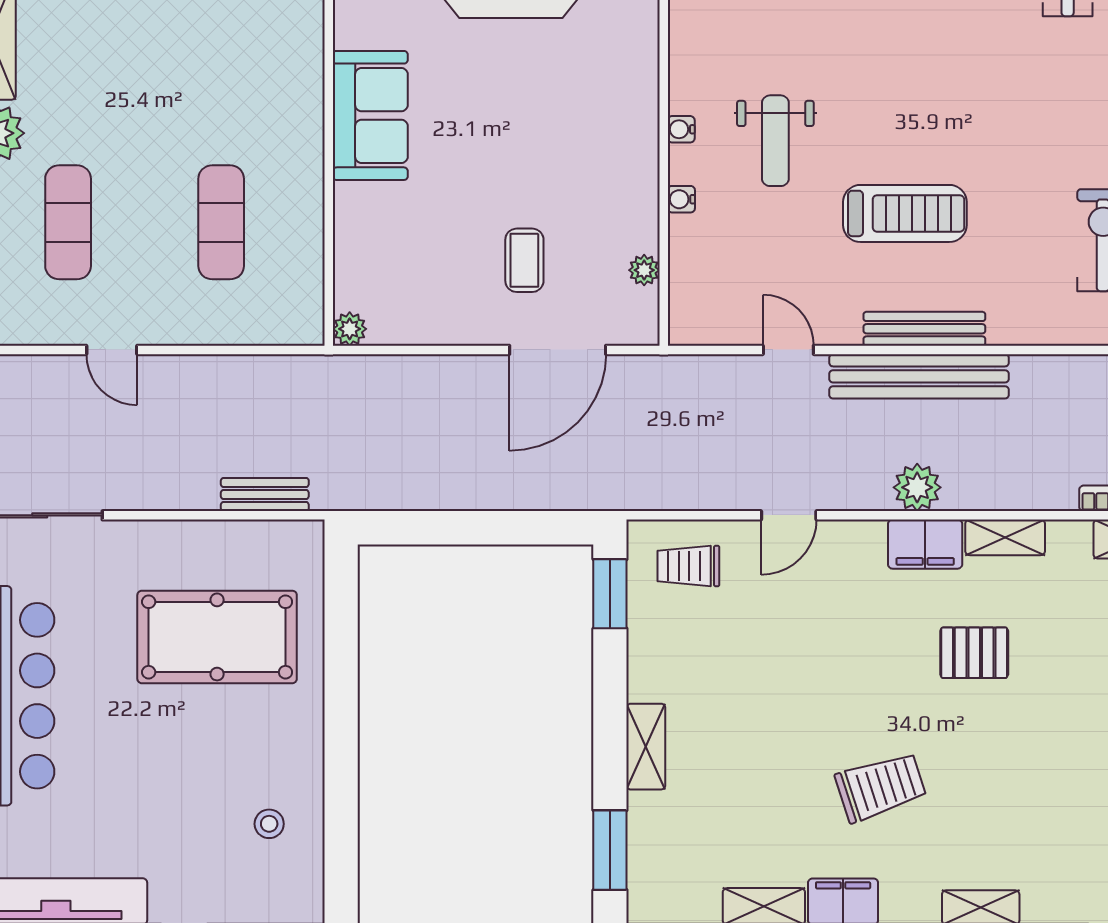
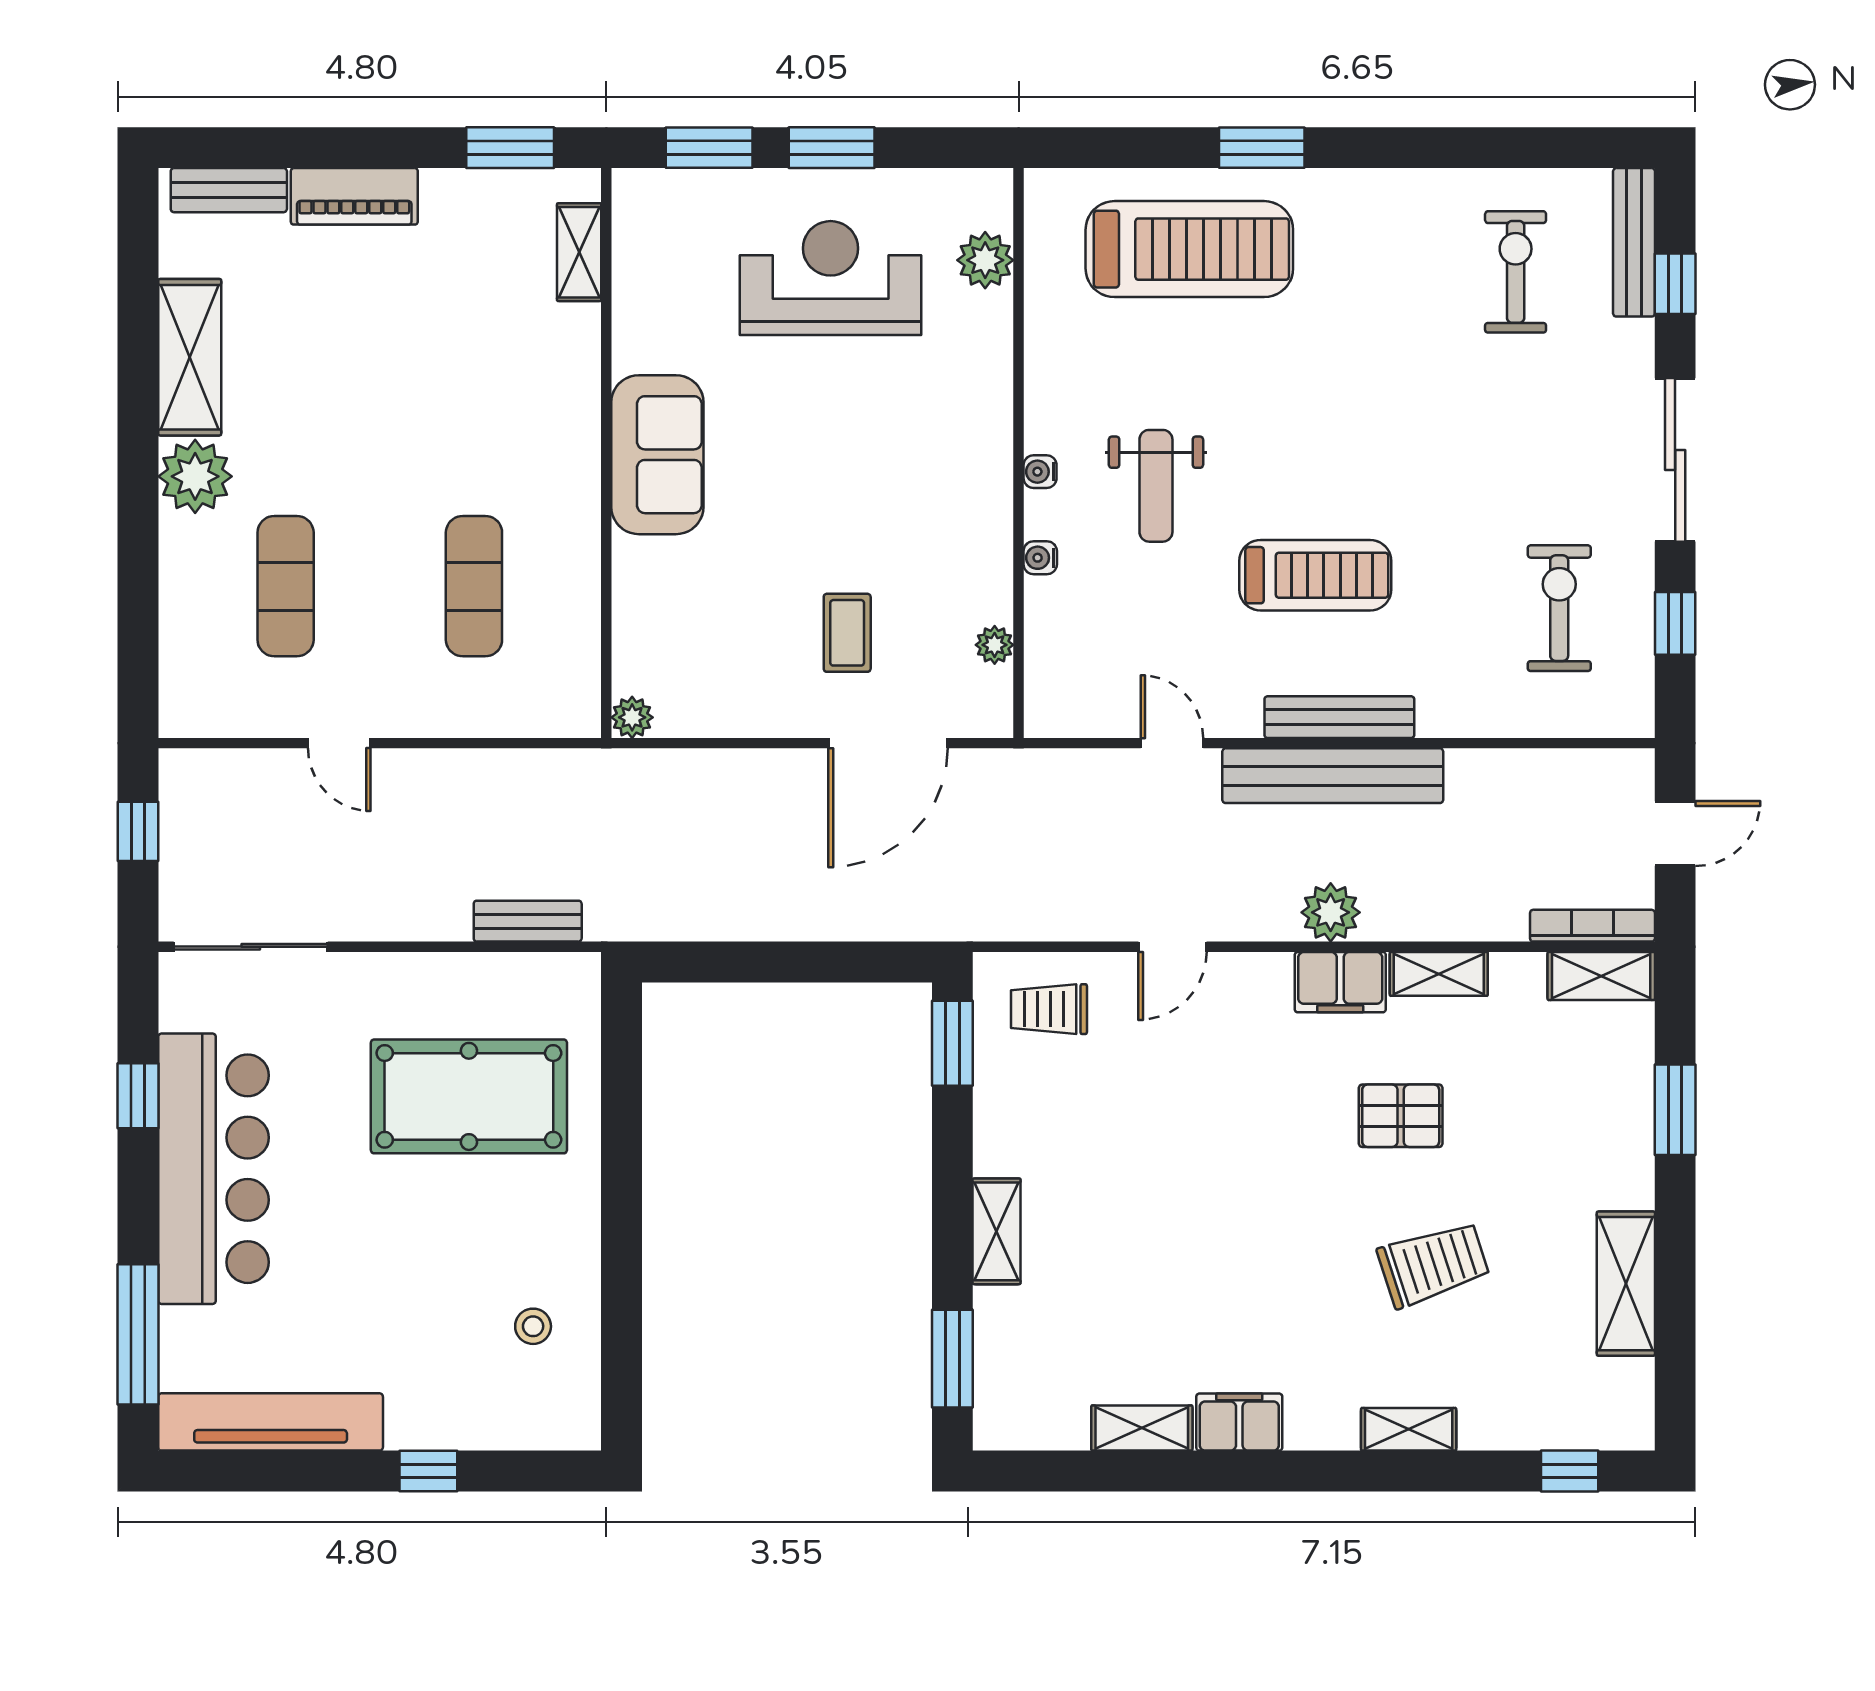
trolley: (881, 787) -> (1433, 1264), moved

